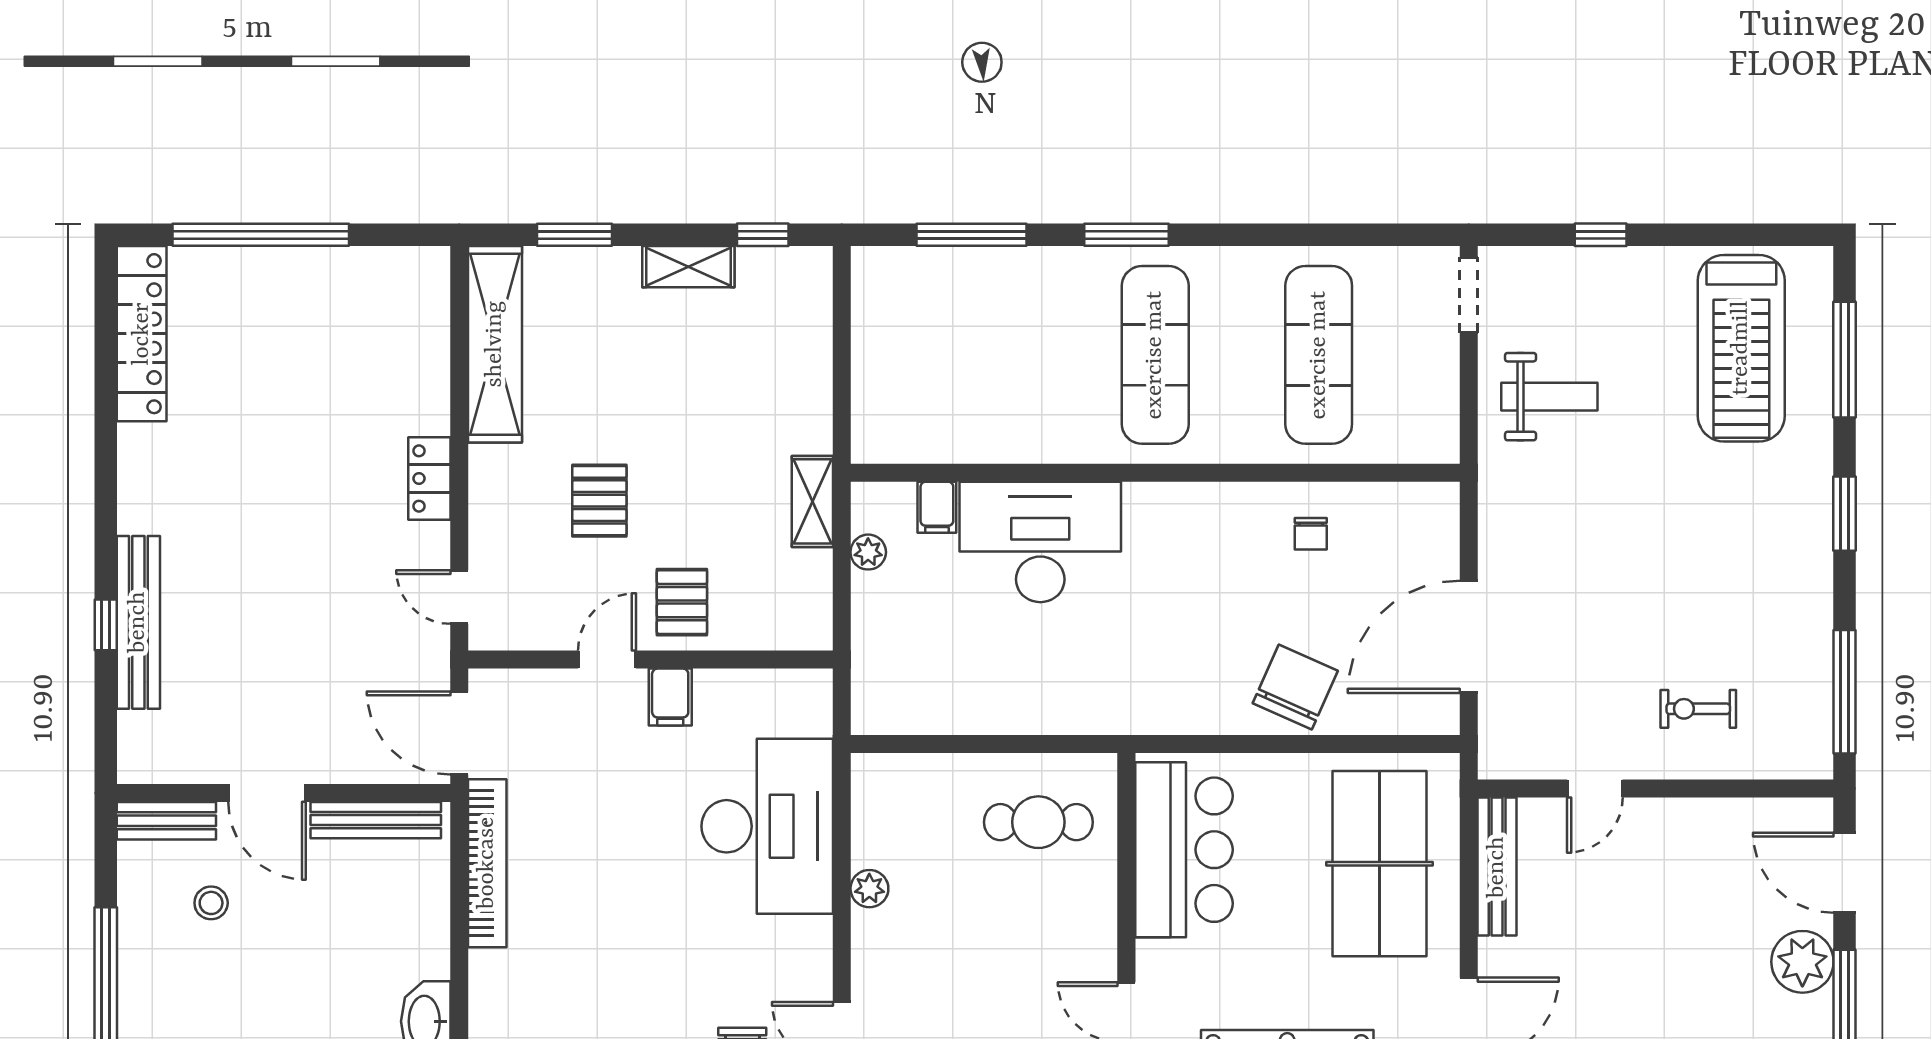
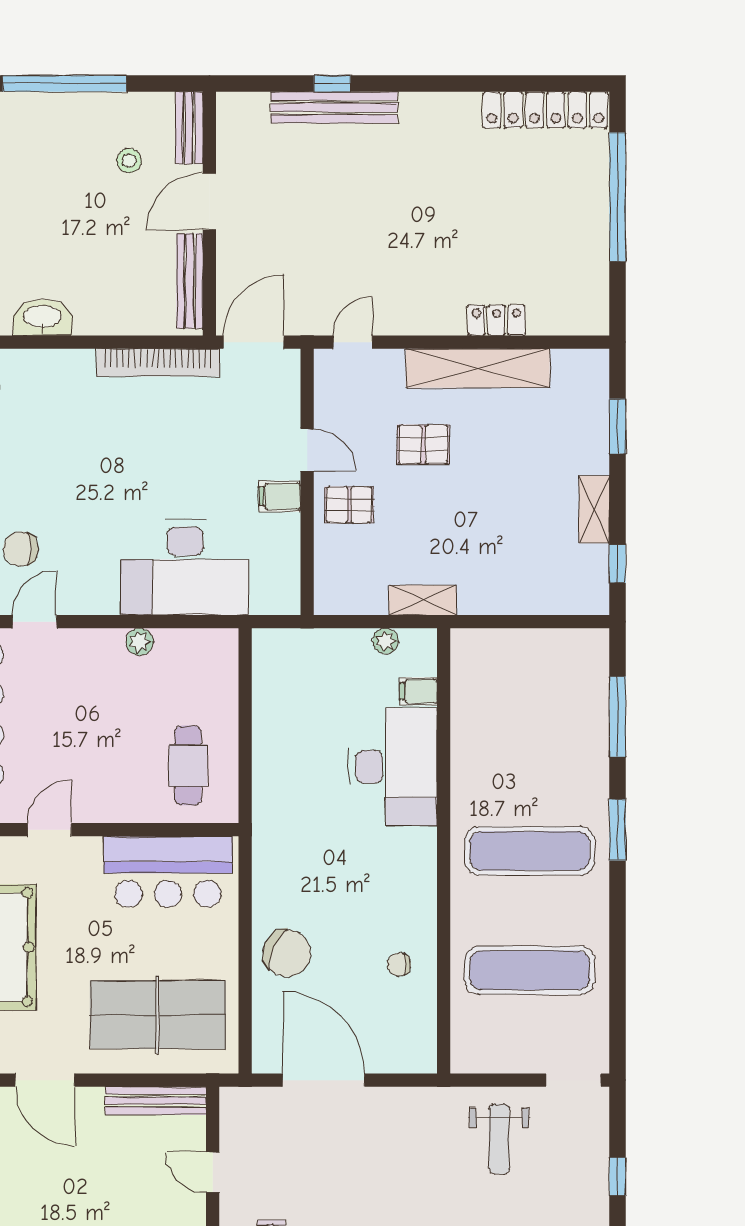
shelving: (495, 344) -> (478, 368), moved
locker: (429, 479) -> (497, 320), moved

